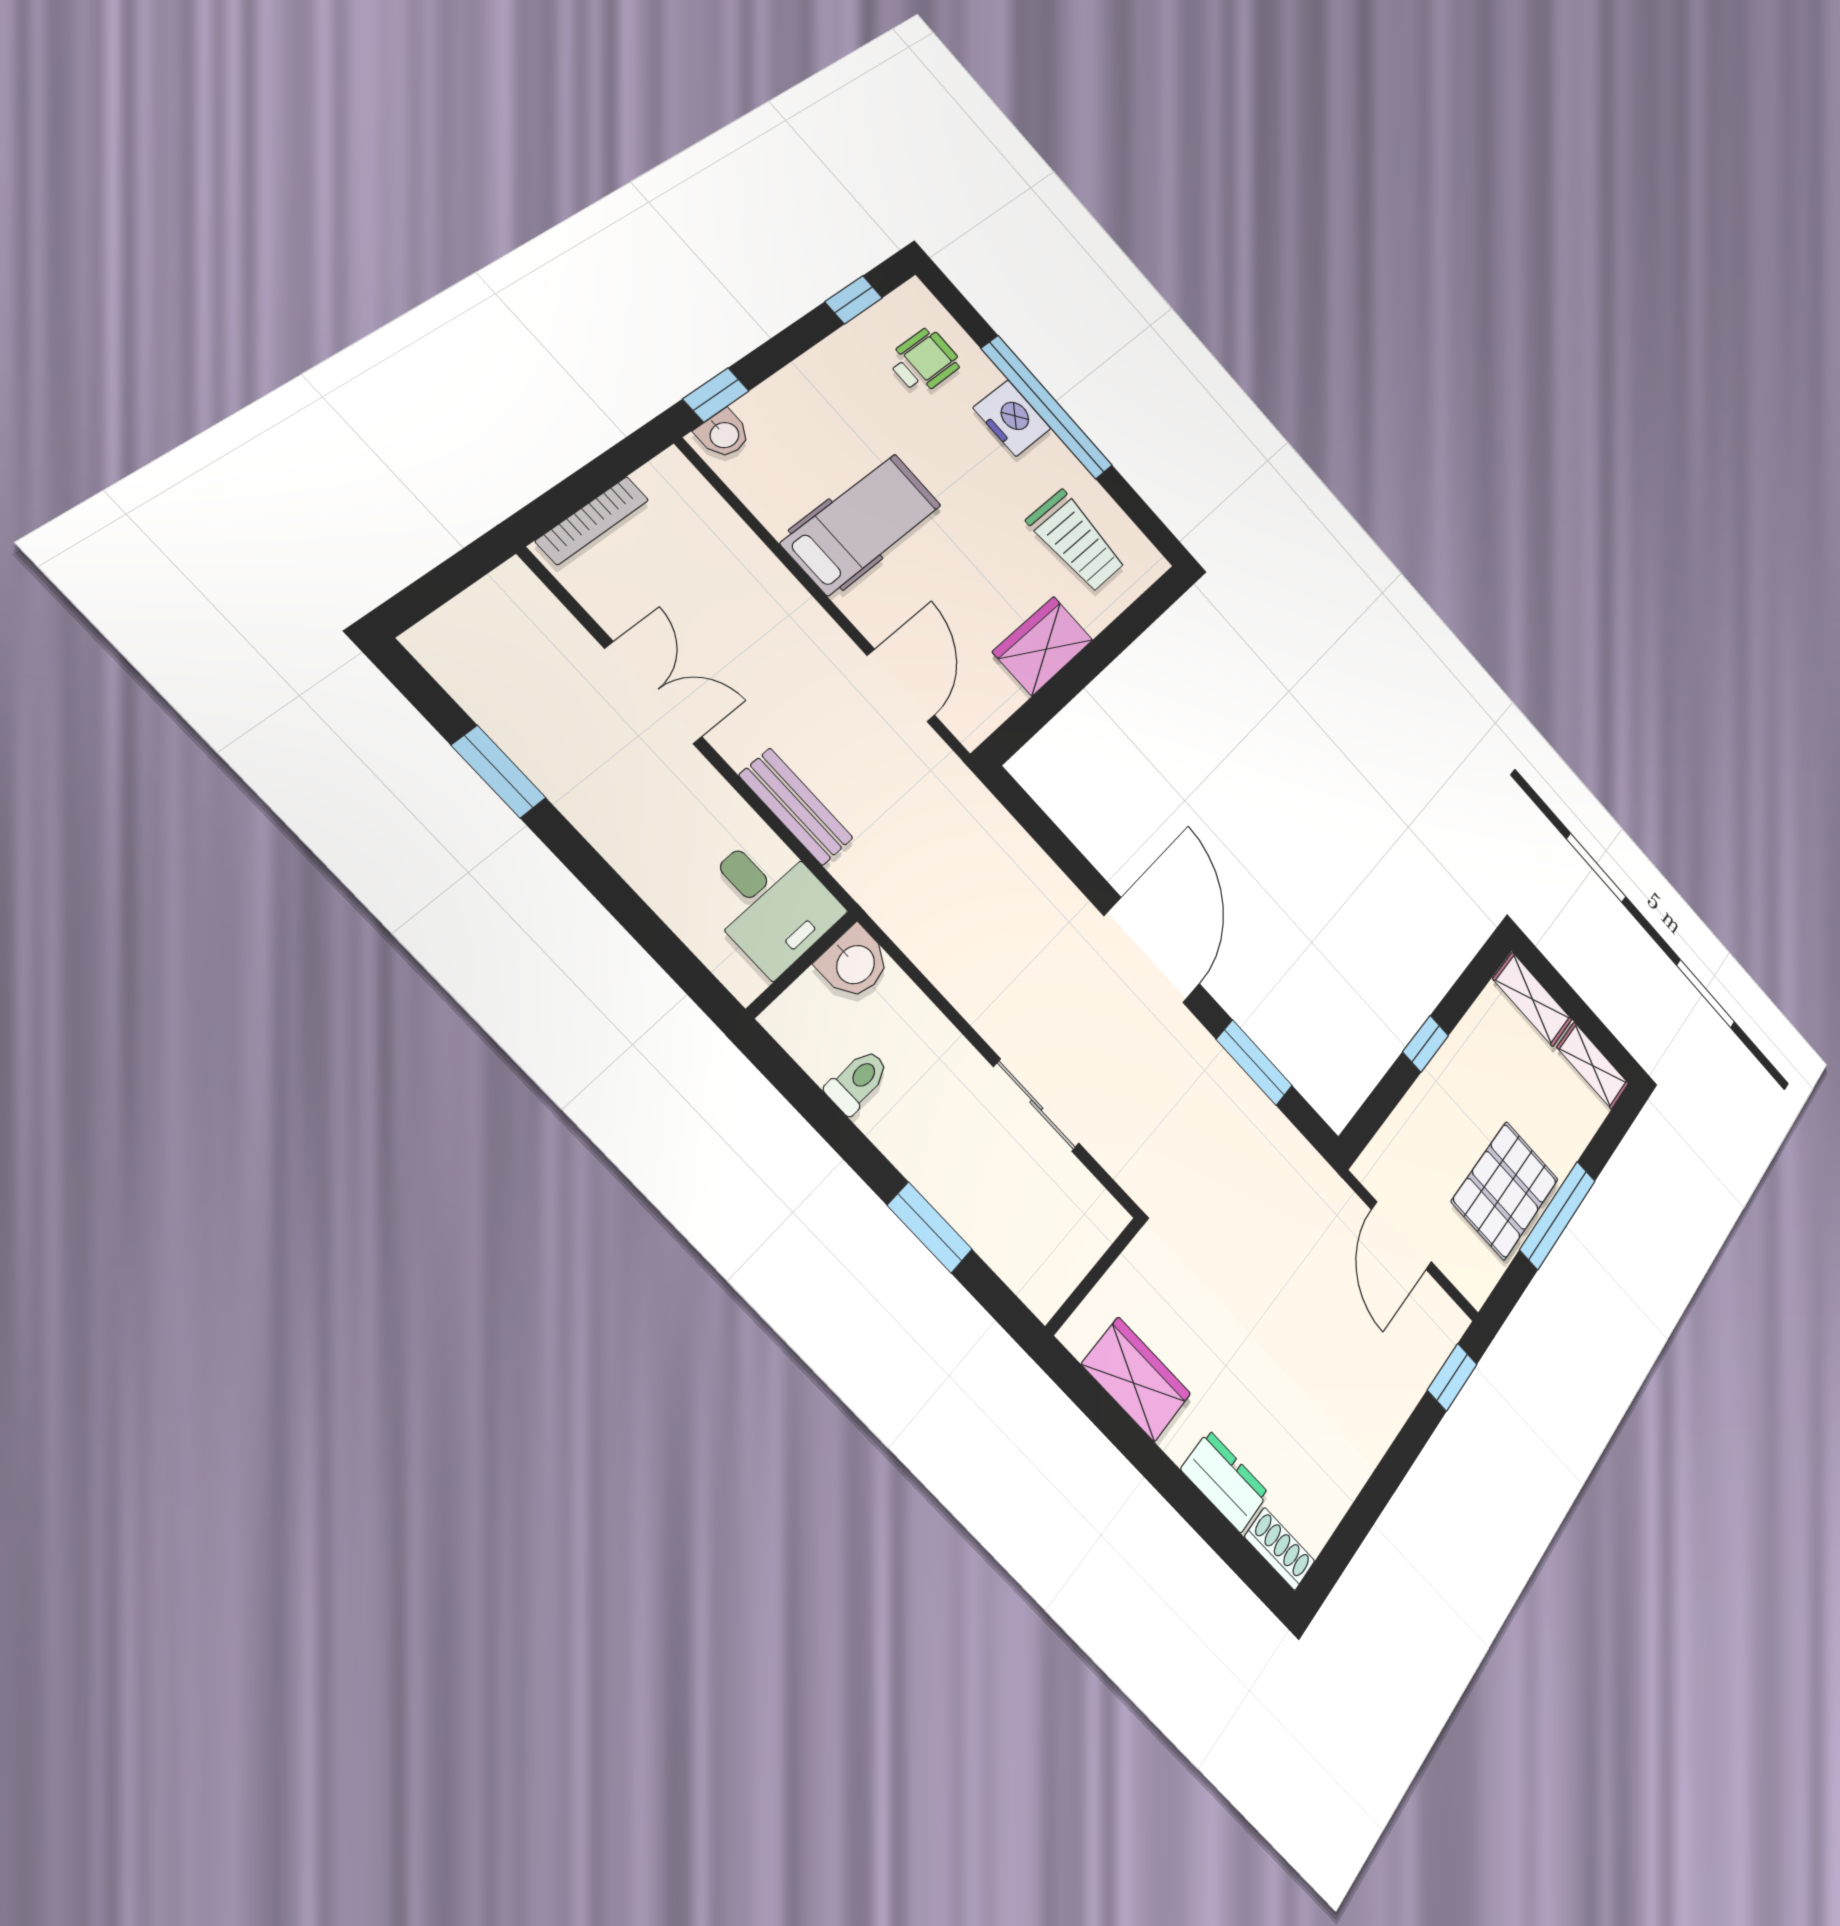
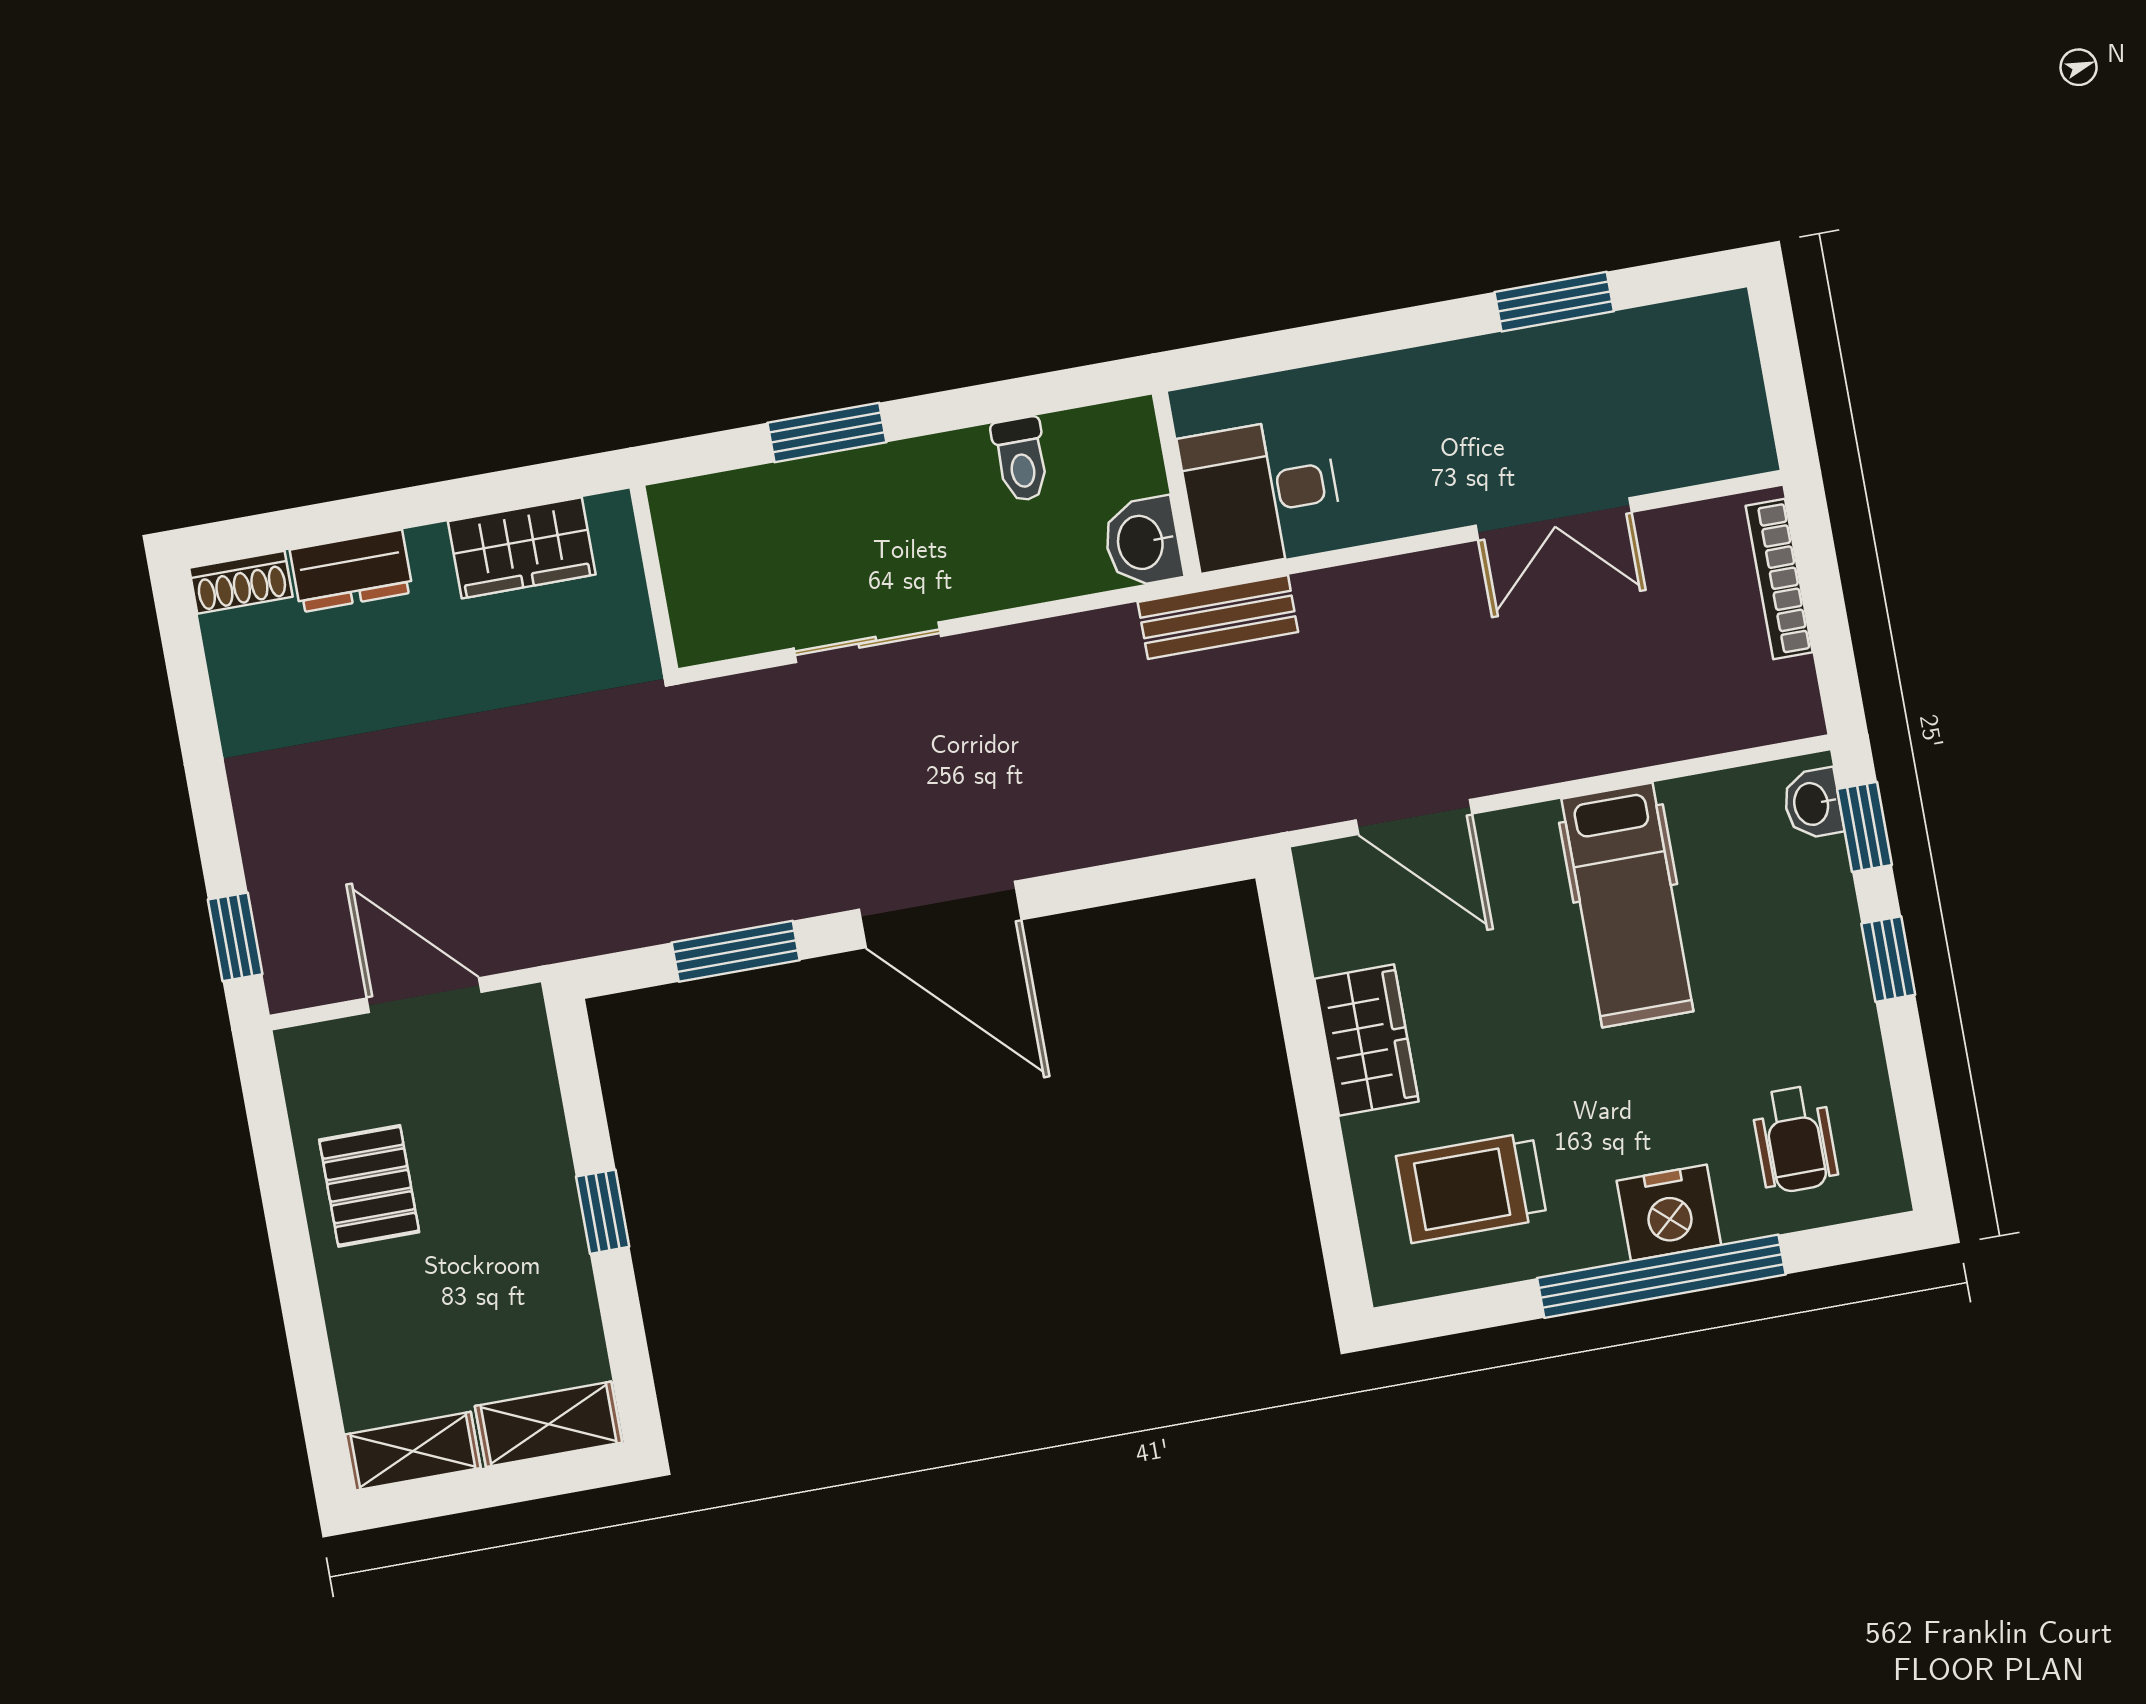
window: (854, 300) -> (1888, 959), moved
bench: (796, 807) -> (1218, 617), moved
pallet: (1505, 1190) -> (369, 1186), width x0.67, depth x0.71
window: (1558, 1215) -> (290, 1240), removed

